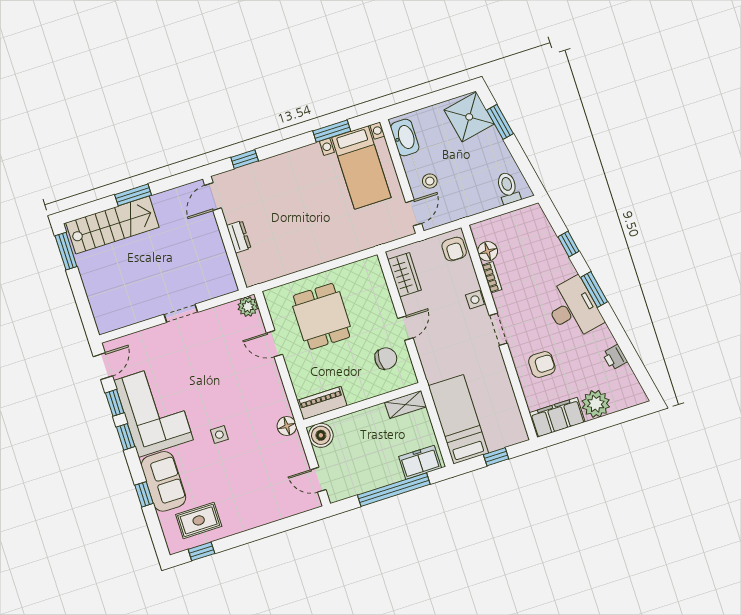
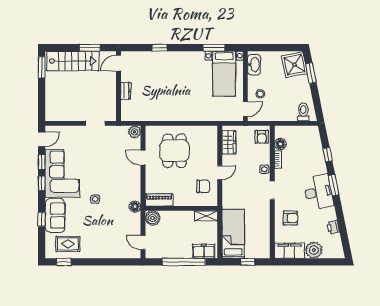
door: (213, 197) -> (118, 63), moved
wall: (225, 233) -> (118, 86), moved
dresser: (239, 237) -> (126, 91), moved

